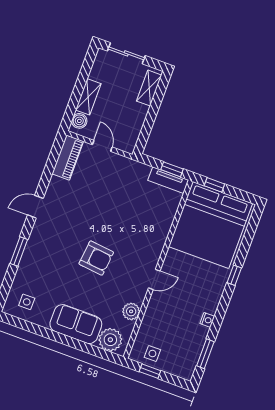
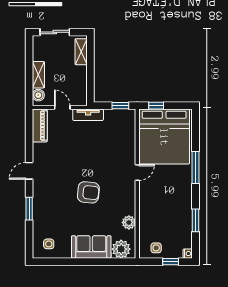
tv unit: (168, 180) -> (88, 115), moved
window: (234, 275) -> (195, 167), width x2.17
door: (154, 279) -> (137, 172), moved
nightstand: (207, 320) -> (188, 254), moved
window: (205, 354) -> (195, 220), moved
window: (150, 371) -> (171, 262), moved

